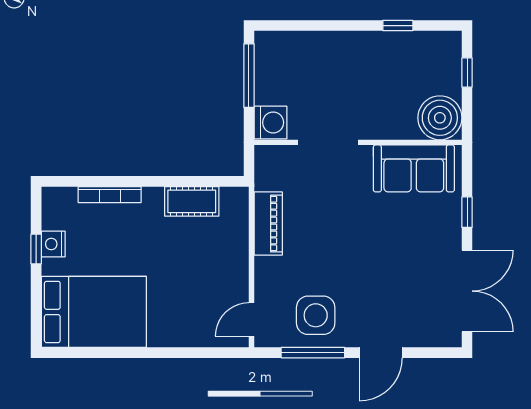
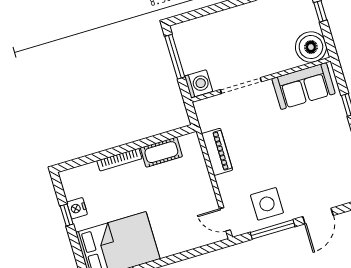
bookcase: (110, 195) -> (119, 160), moved
door: (252, 319) -> (225, 219), hinge flipped

